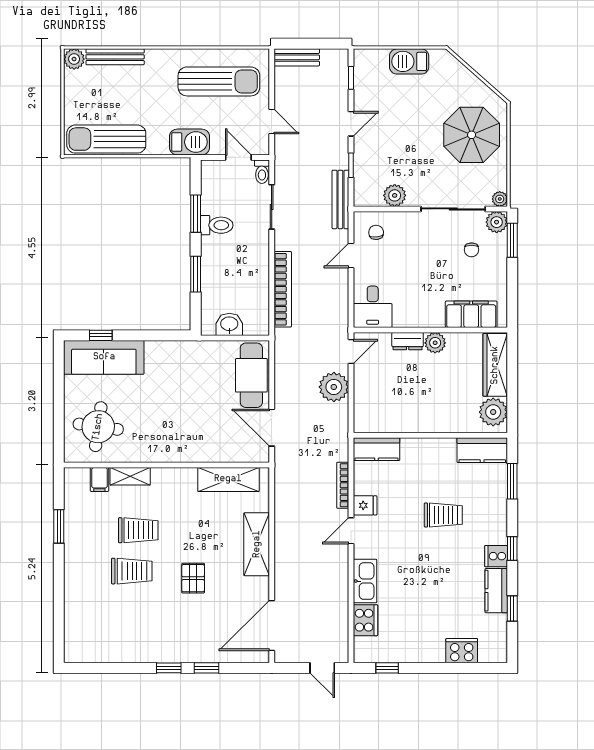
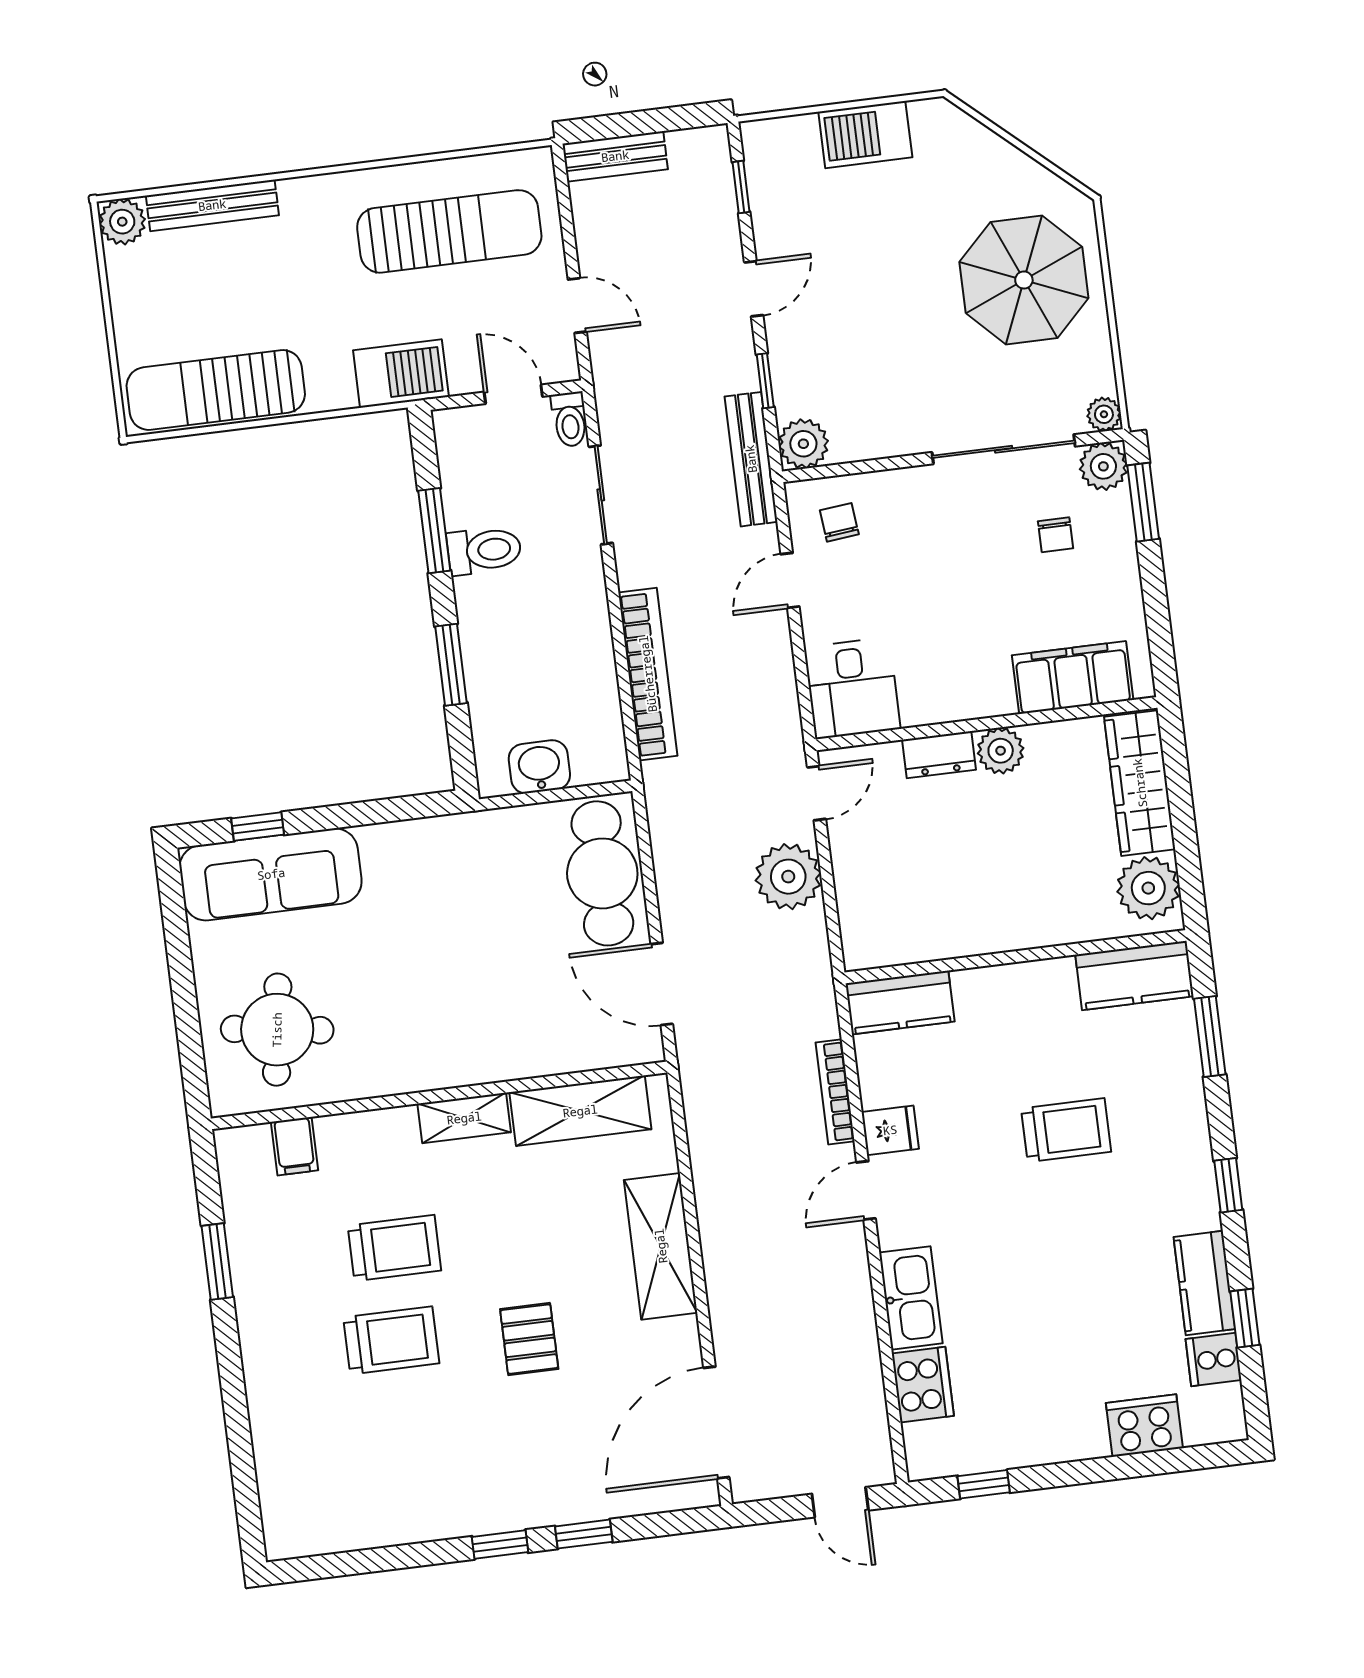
plant: (395, 195) -> (803, 444), moved
shelving: (130, 476) -> (464, 1118), moved
cooker: (496, 556) -> (1213, 1360), moved

